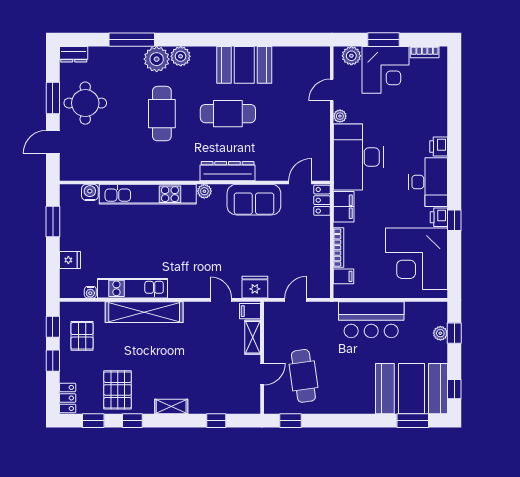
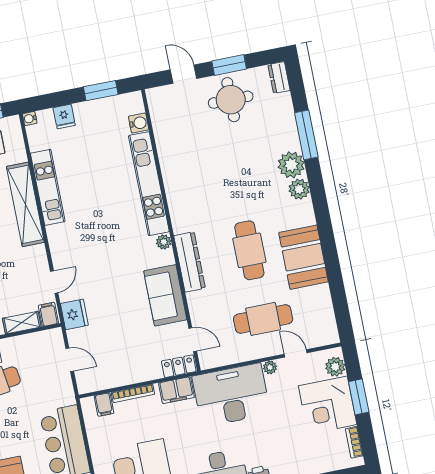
cafe table: (162, 114) -> (263, 319), moved
water cooler: (90, 292) -> (30, 119), moved

